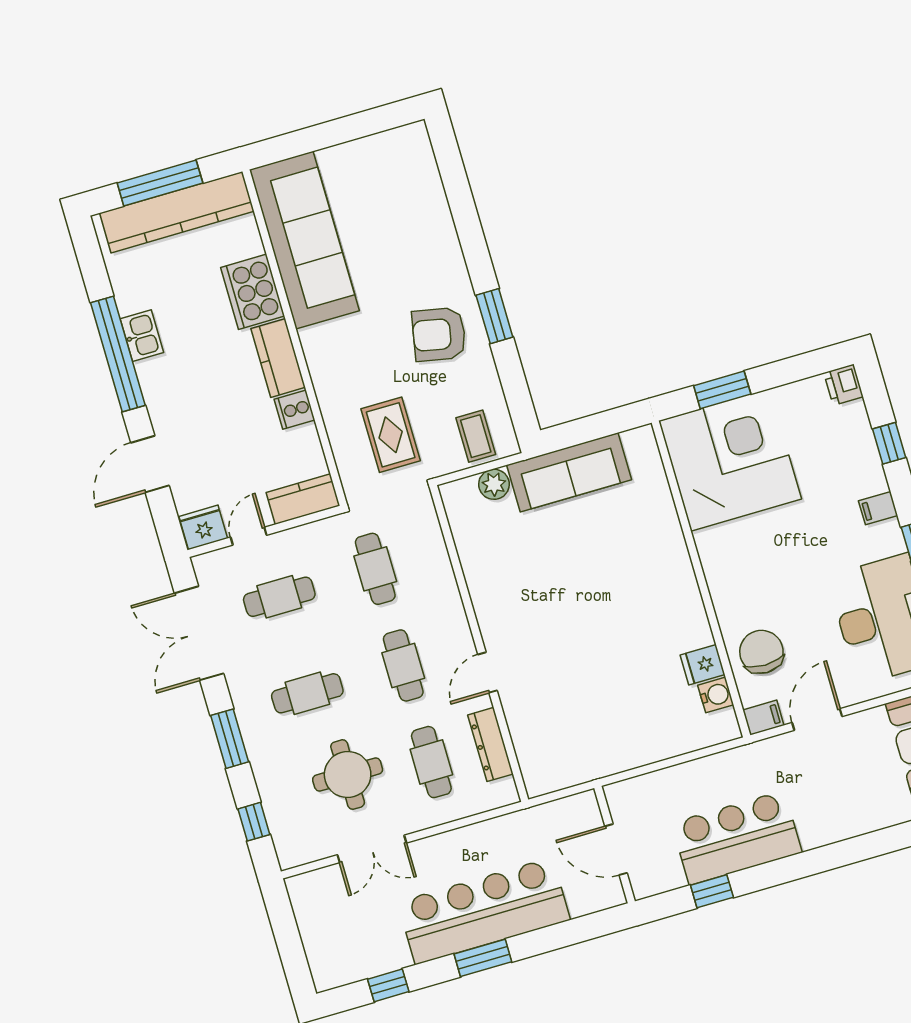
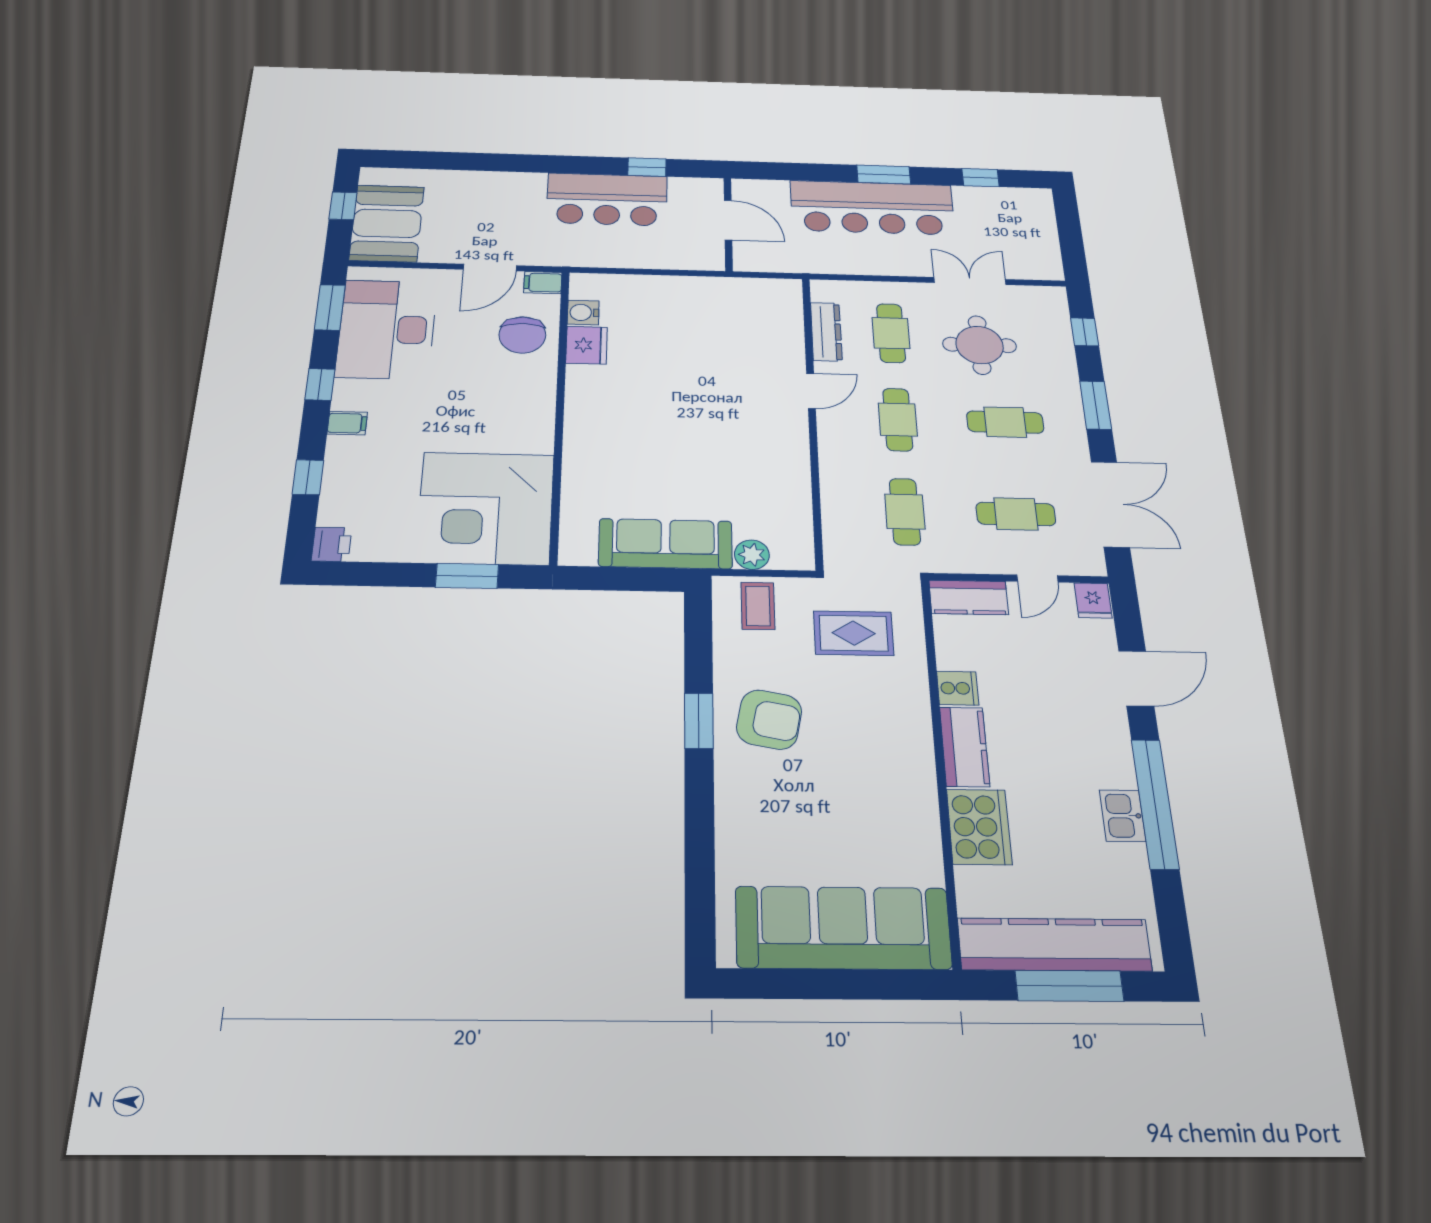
sofa: (304, 240) -> (843, 928), moved, turned 90
rug: (391, 435) -> (854, 633), turned 90
fridge: (203, 527) -> (1093, 600), width x0.72
fridge: (703, 665) -> (587, 345), width x1.38

